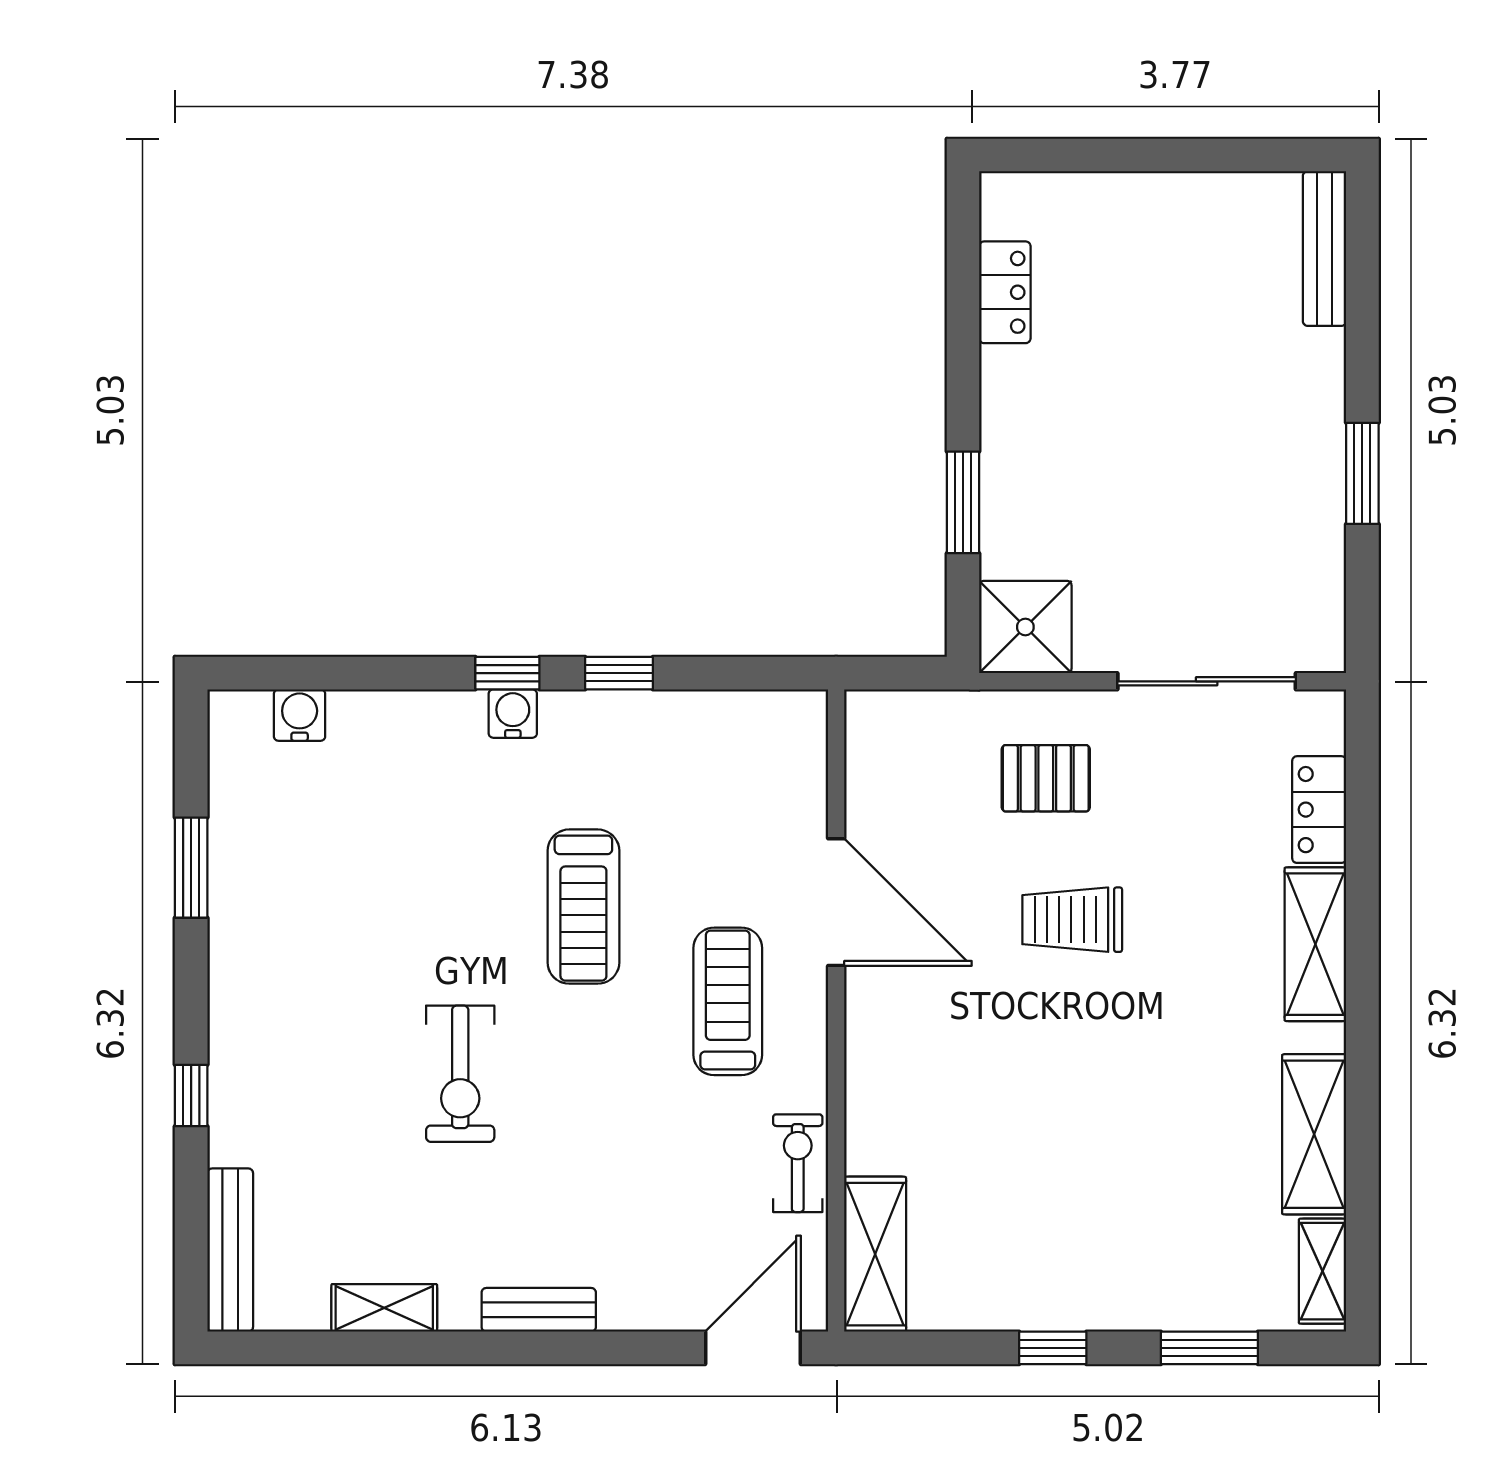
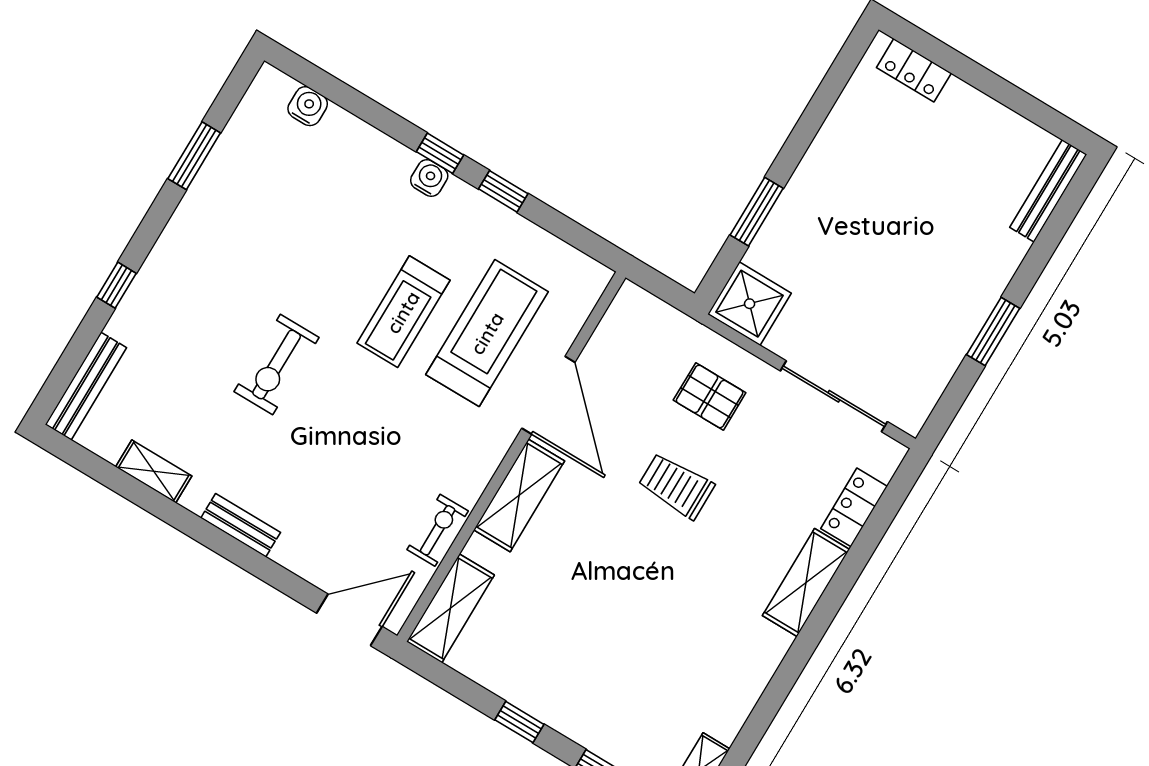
locker: (1005, 292) -> (914, 70), moved, turned 90
treadmill: (728, 1001) -> (487, 333), moved, width x1.37, depth x1.38
shelving: (1314, 1134) -> (519, 495), moved

